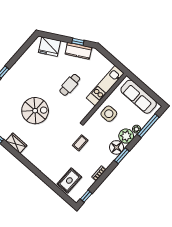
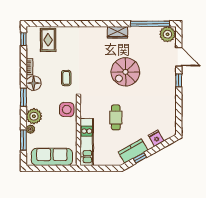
fridge: (49, 47) -> (156, 138), width x0.53, depth x0.75
side table: (109, 114) -> (67, 110), moved
window: (148, 126) -> (23, 140), width x0.69
floor lamp: (117, 147) -> (34, 83), moved

